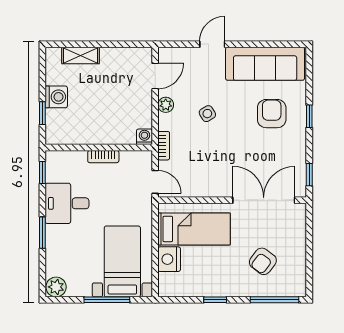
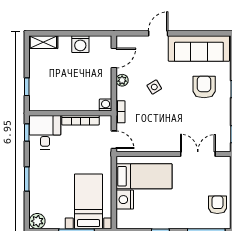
shelving: (81, 55) -> (43, 42), moved
washing machine: (56, 97) -> (80, 44), moved, turned 90
bookcase: (103, 157) -> (81, 120), width x1.56
double door: (264, 200) -> (198, 154), width x0.73
desk: (67, 203) -> (45, 132), moved, turned 90
armchair: (263, 261) -> (217, 205), moved, turned 143

